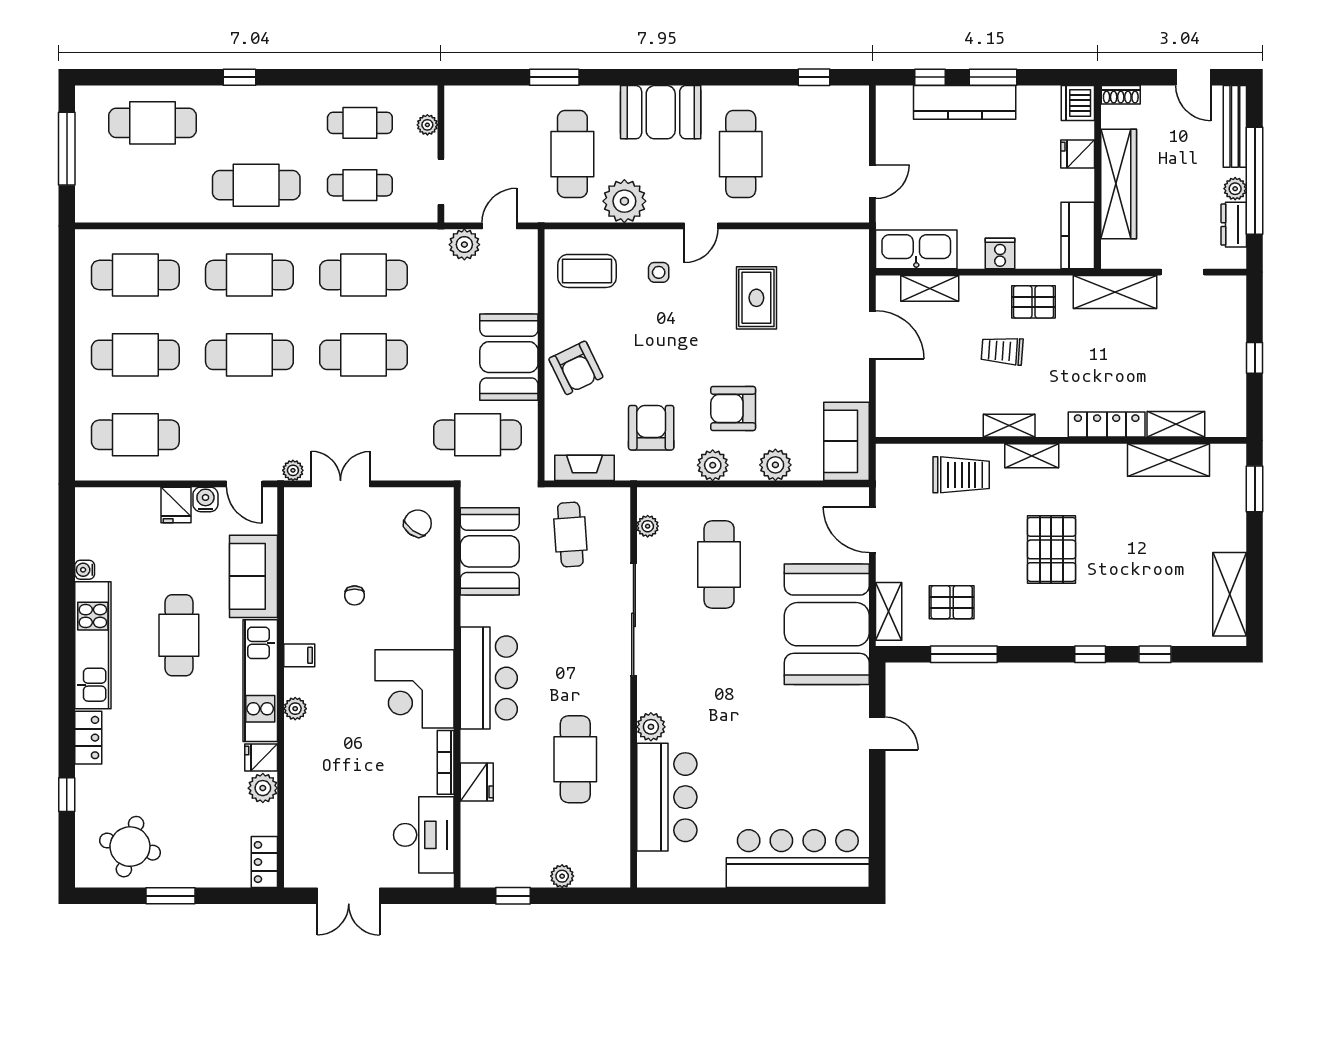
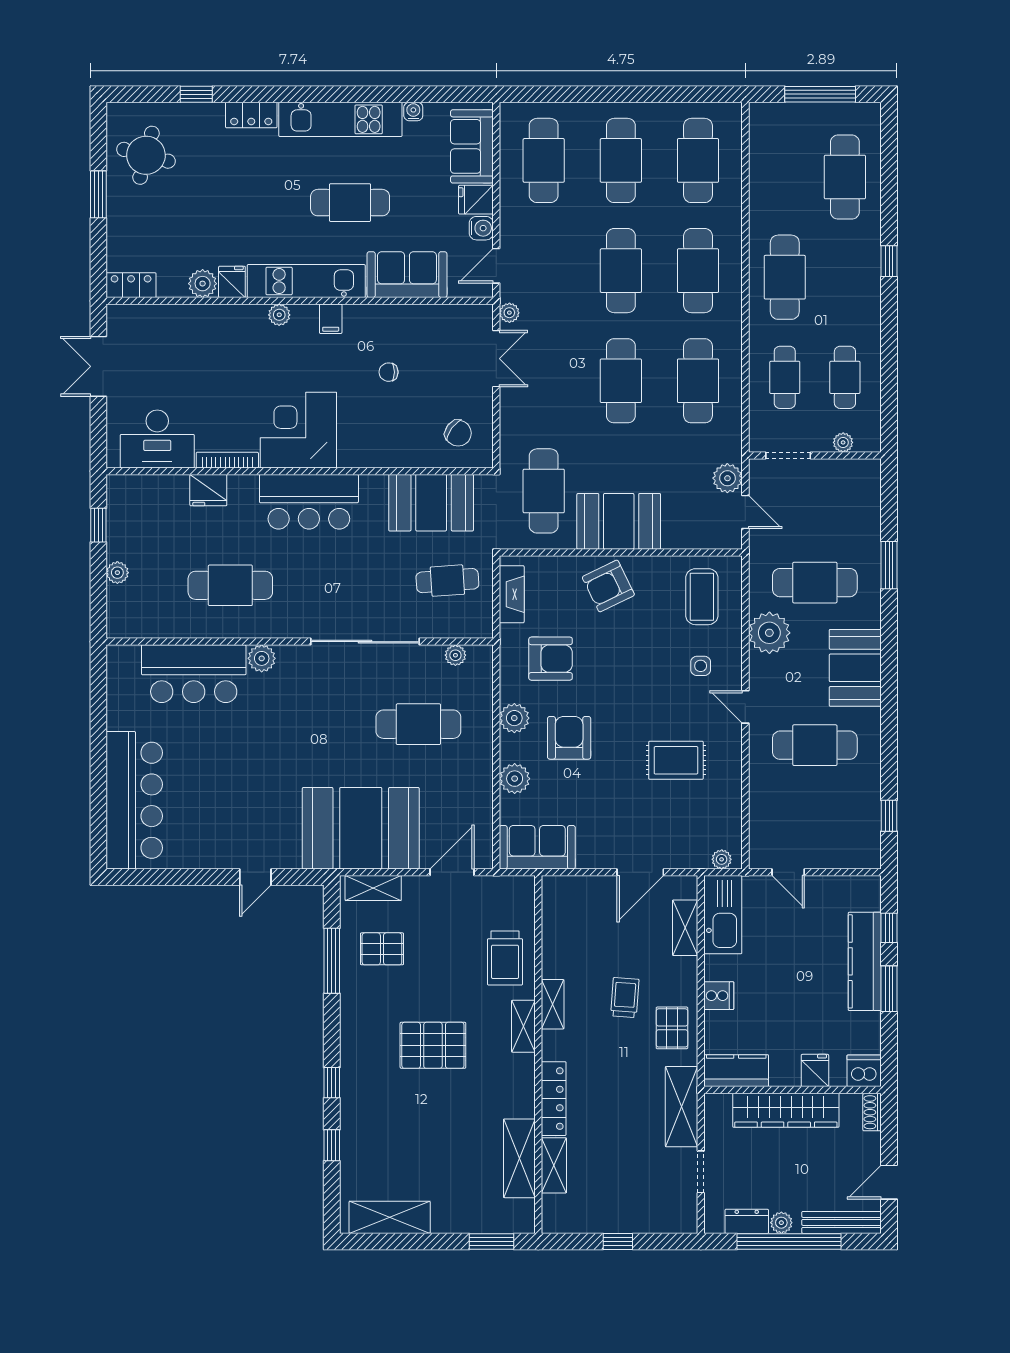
plant: (859, 251) -> (722, 859), added
sofa: (121, 509) -> (472, 146), added
pallet: (952, 602) -> (382, 949), turned 90

